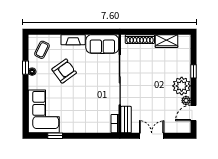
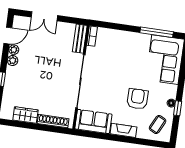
armchair: (64, 71) -> (137, 99), turned 126
plant: (182, 86) -> (13, 61), width x0.53, depth x0.53
window: (55, 136) -> (157, 32), width x2.17
double door: (152, 136) -> (44, 16), moved

